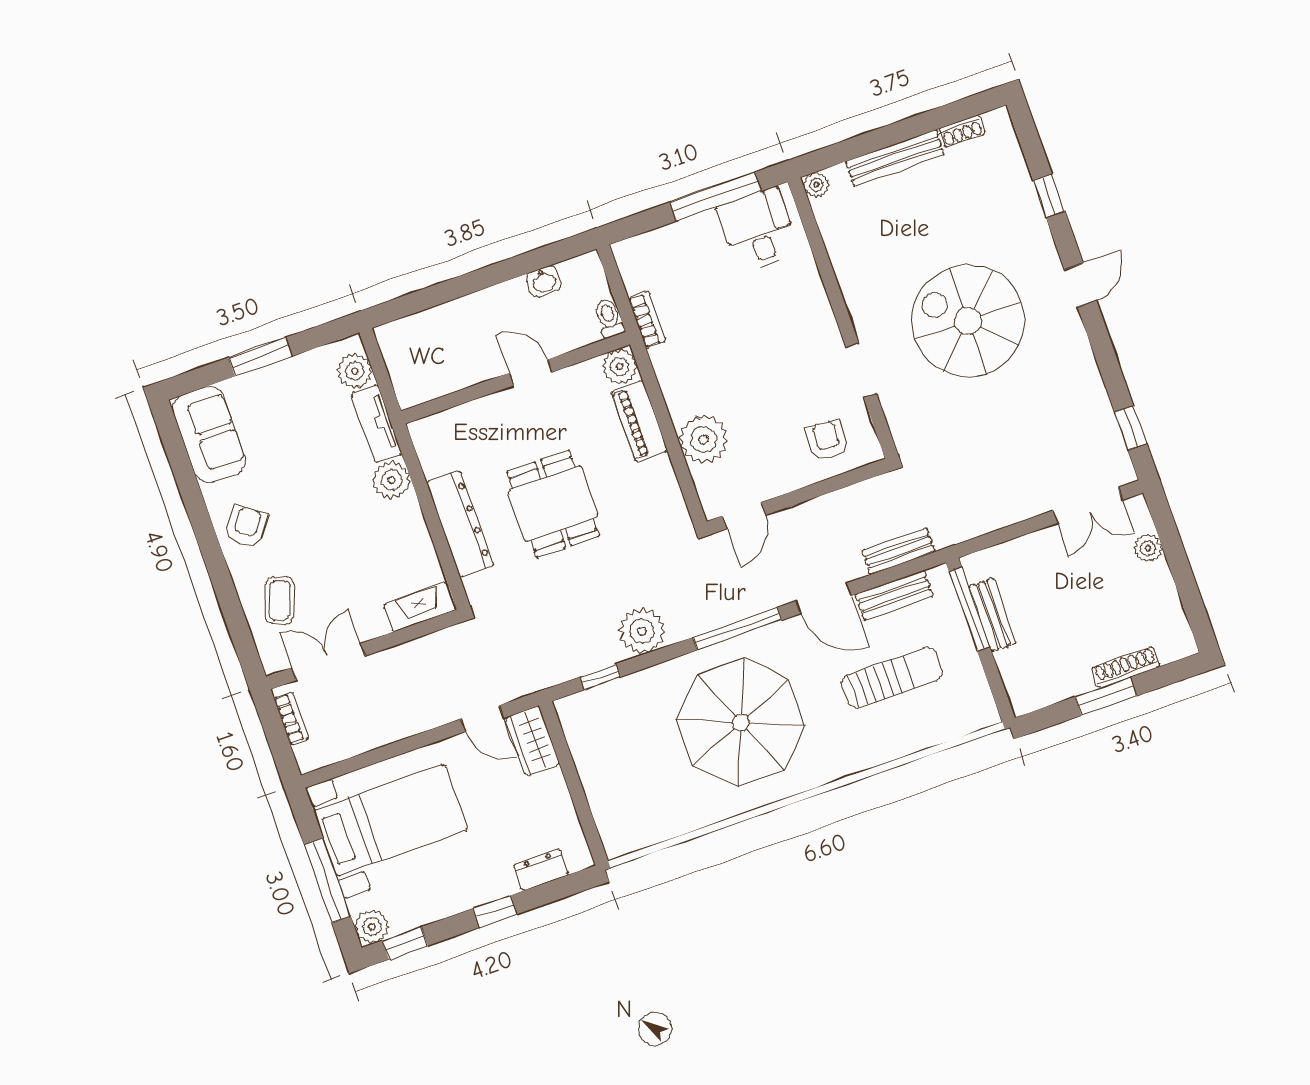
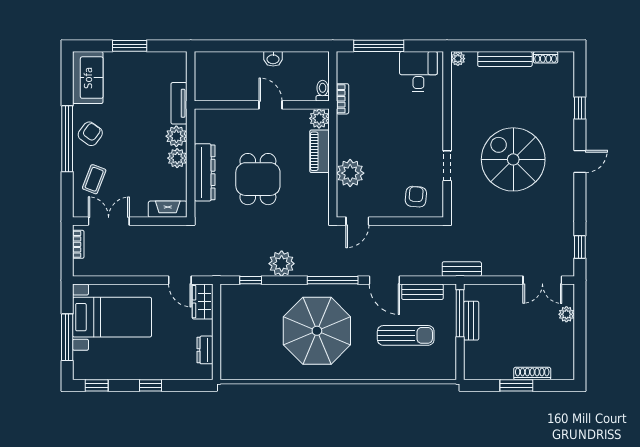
window: (715, 197) -> (379, 46), moved
washbasin: (544, 281) -> (273, 59), moved
plant: (355, 371) -> (177, 158), moved
window: (210, 549) -> (67, 139), added
bench: (899, 551) -> (462, 269), moved
dresser: (541, 870) -> (205, 350), moved, turned -90
plant: (372, 927) -> (82, 370), removed

